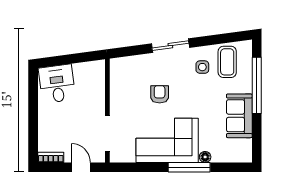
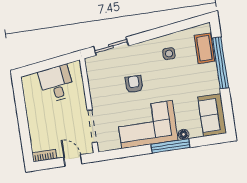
sliding door: (170, 46) -> (111, 46), moved
coffee table: (227, 62) -> (204, 48), moved
desk: (57, 84) -> (56, 84), moved
sofa: (239, 116) -> (212, 115), moved

